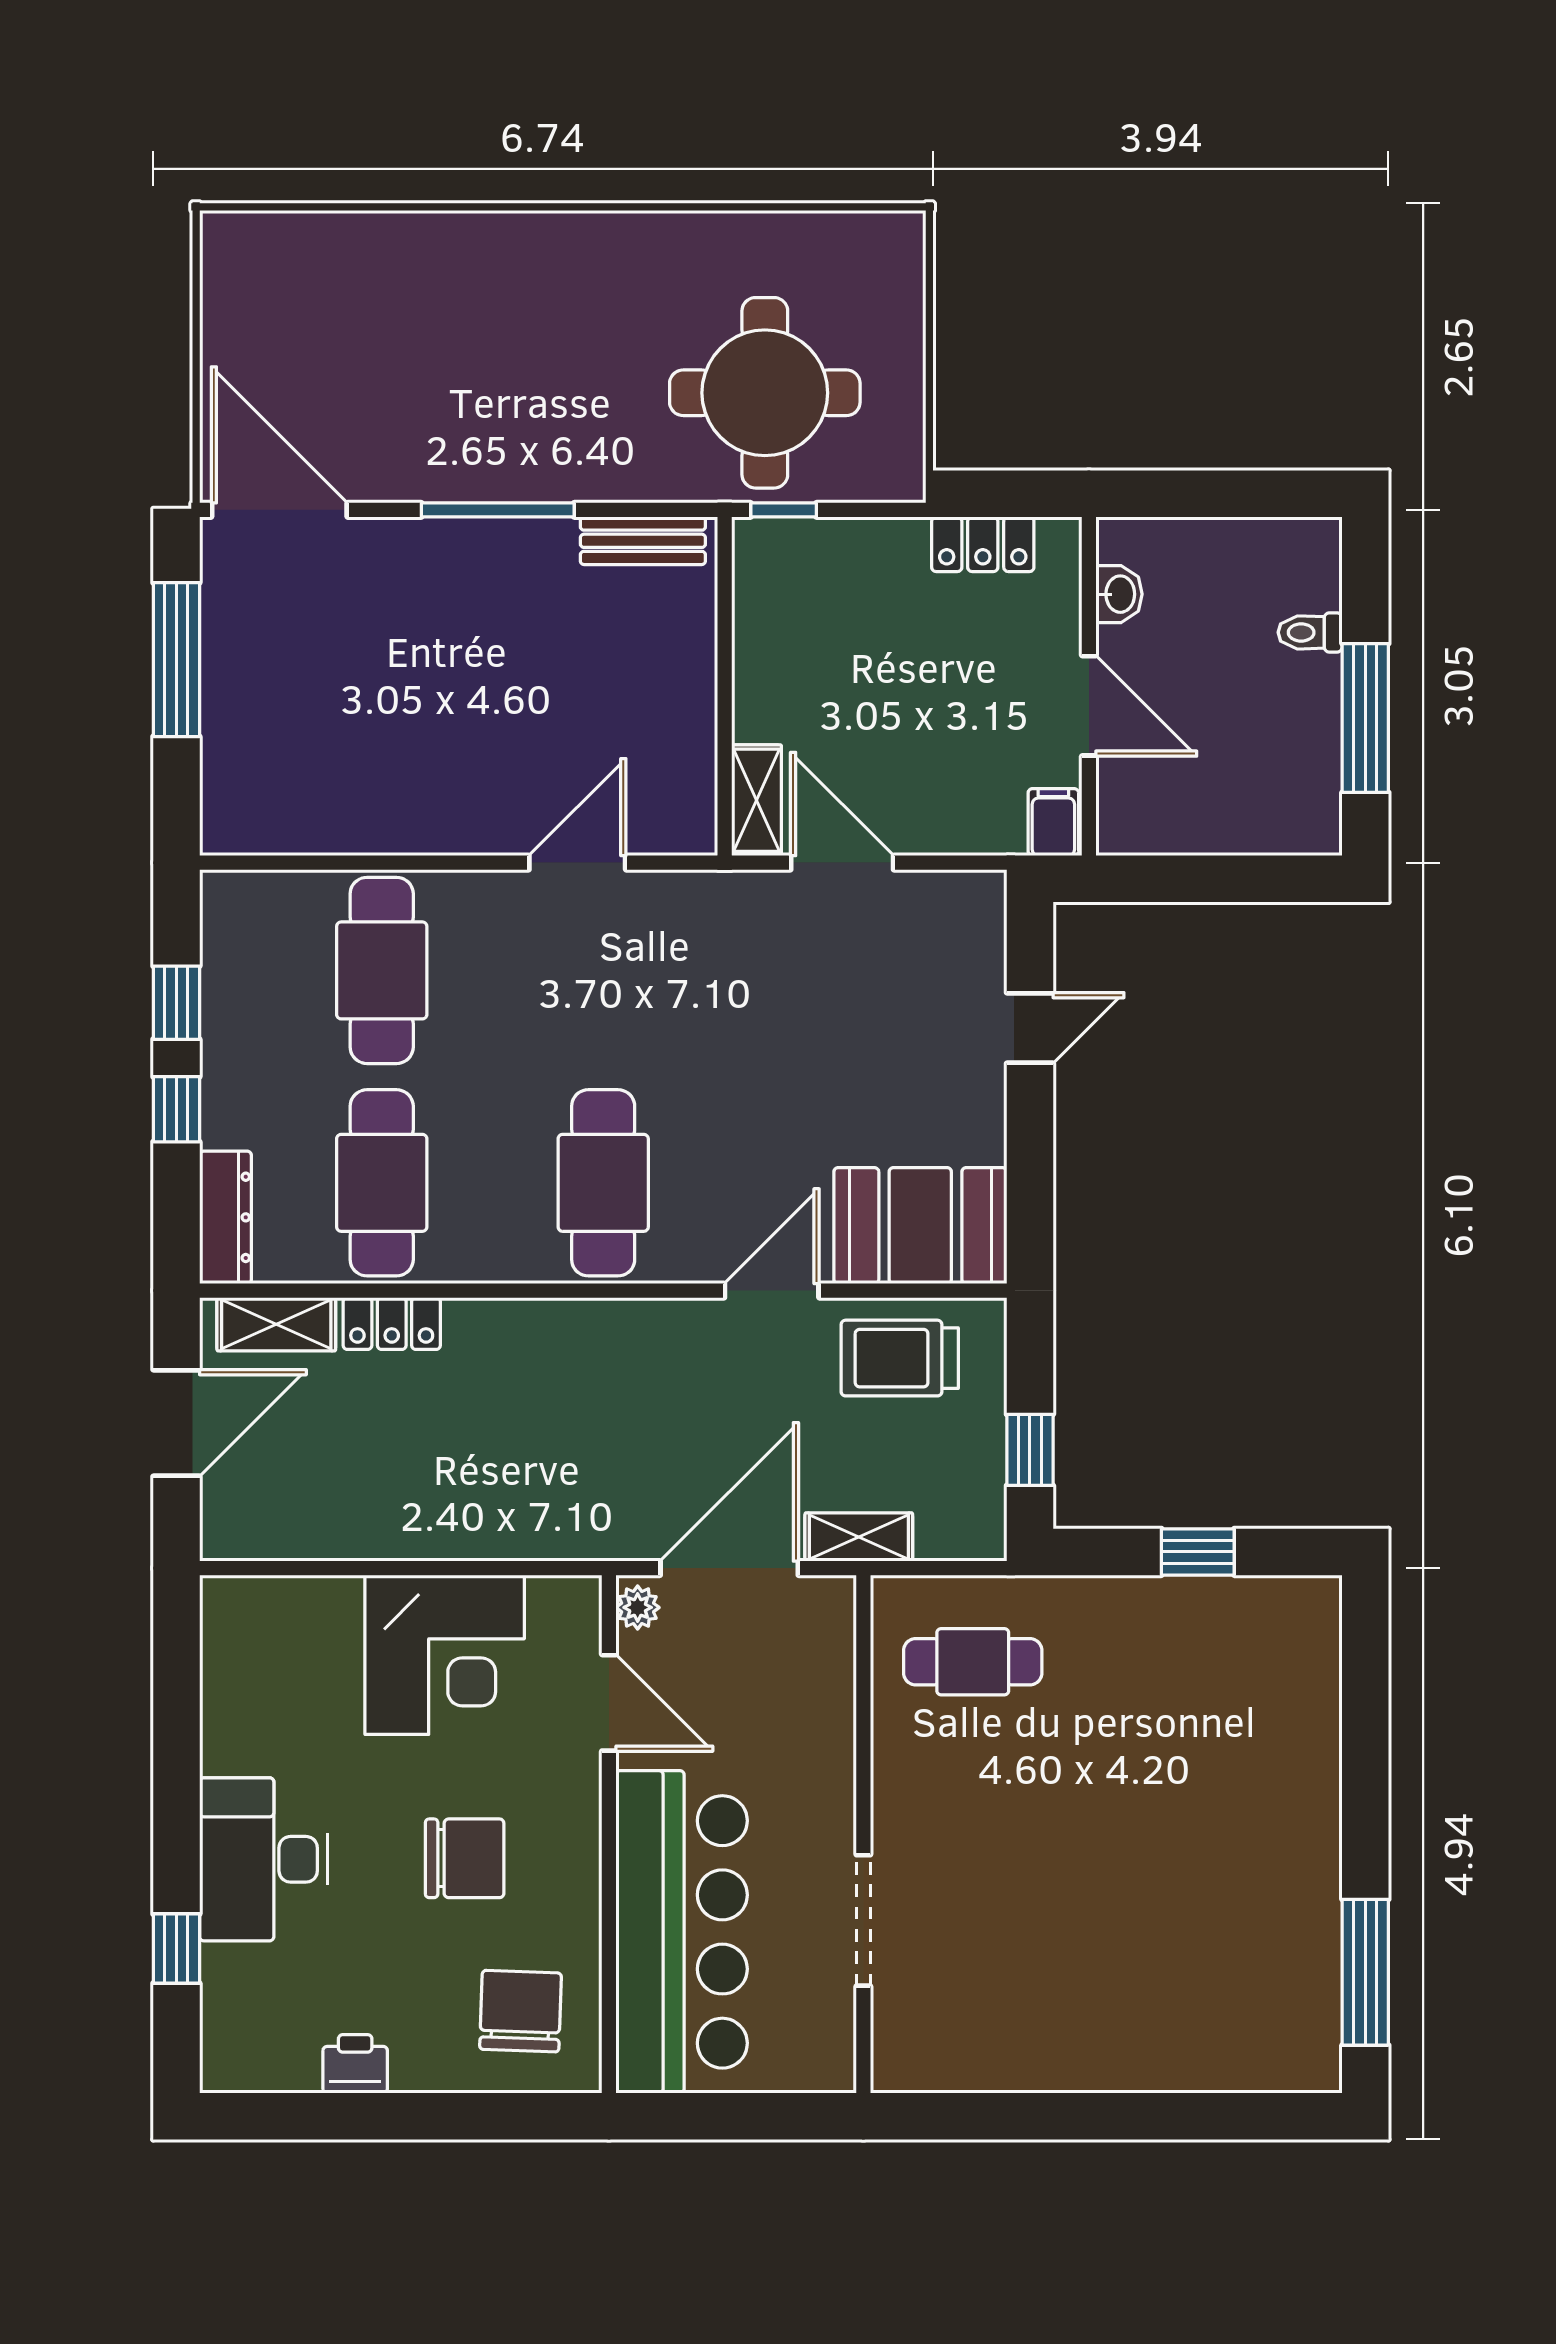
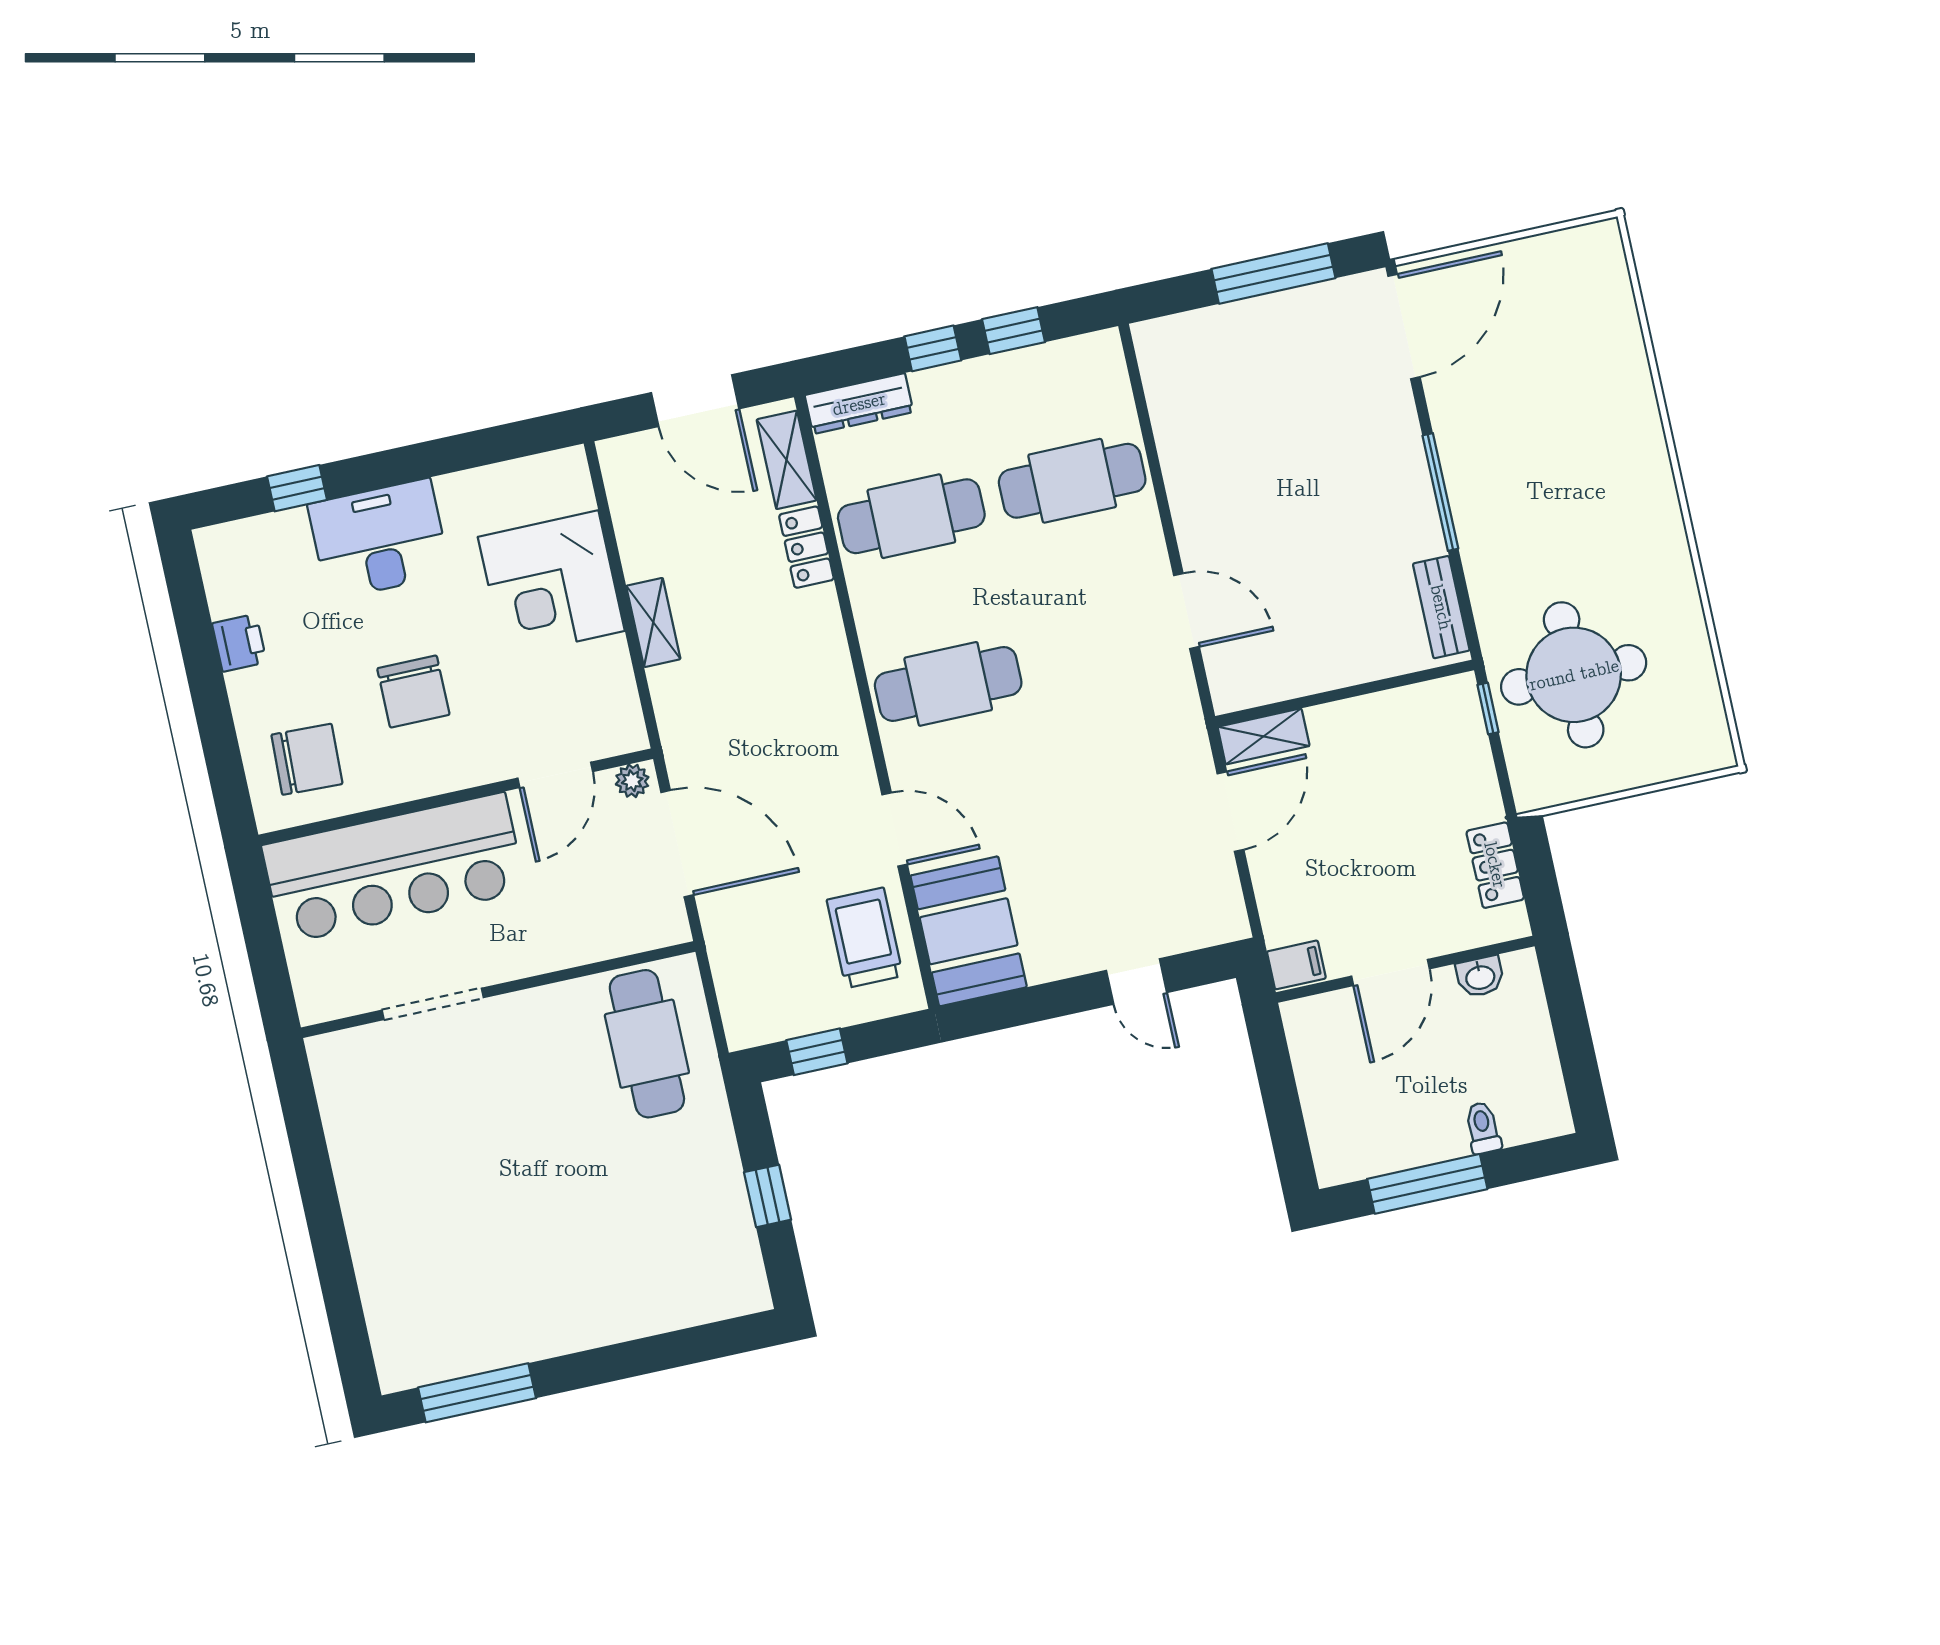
shelving: (859, 1537) -> (653, 622), moved
corner desk: (445, 1655) -> (551, 584), moved
cafe table: (973, 1662) -> (647, 1044), width x1.37, depth x1.35

